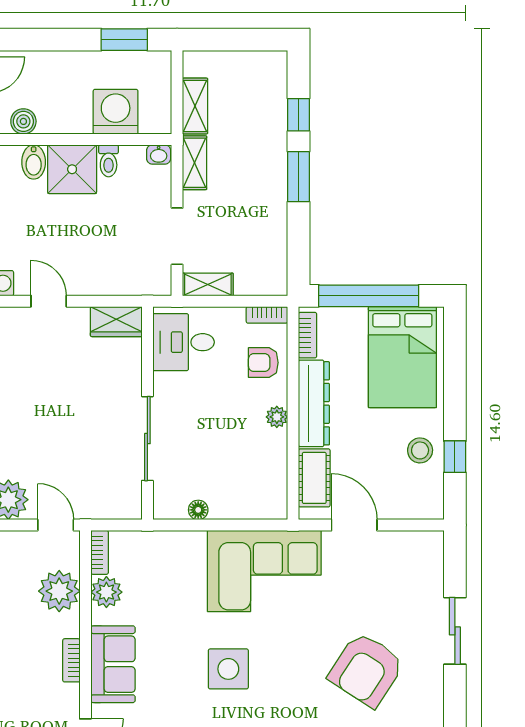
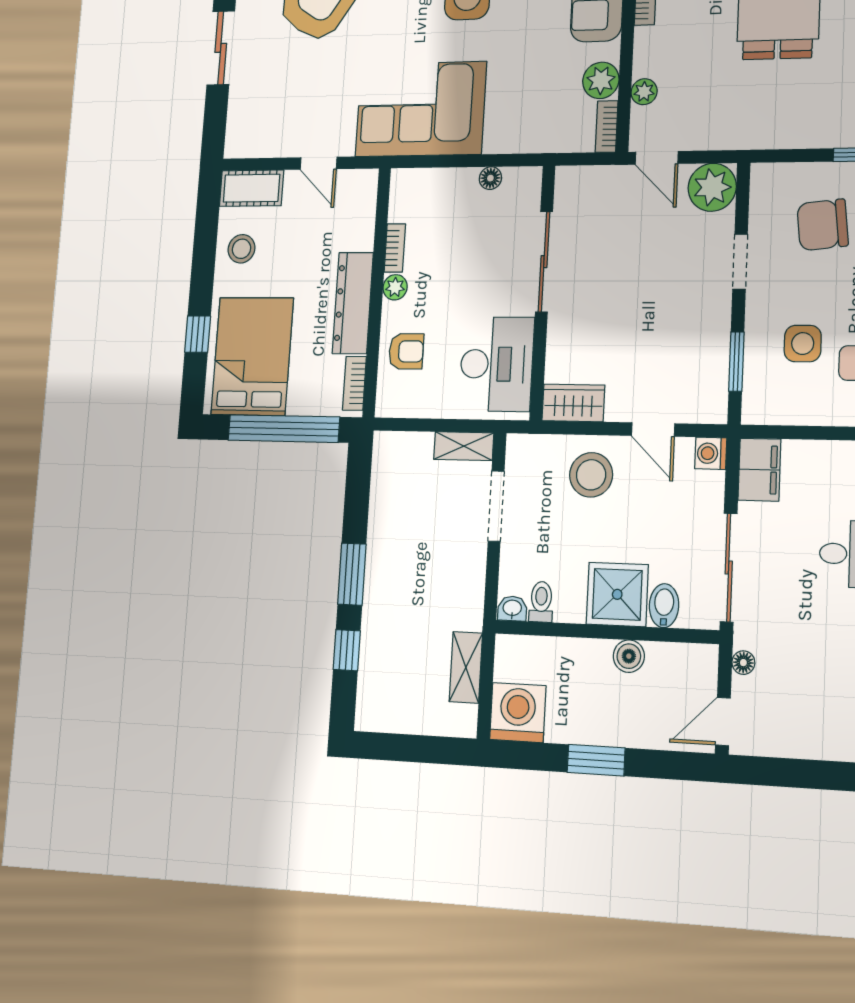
window: (124, 40) -> (596, 760), moved
washing machine: (116, 112) -> (518, 713), moved, turned 180
boiler: (23, 121) -> (629, 656), moved
toilet: (109, 161) -> (541, 602), moved
shelving: (195, 163) -> (470, 596), removed
stool: (98, 264) -> (591, 475), added
bookcase: (267, 315) -> (395, 248), moved, turned 90
desk: (184, 342) -> (497, 364), width x1.37
window: (455, 457) -> (198, 334), moved
cot: (314, 478) -> (251, 188), moved, turned 90
door: (354, 525) -> (319, 163), width x0.73
plant: (59, 591) -> (644, 92), width x0.53, depth x0.53

